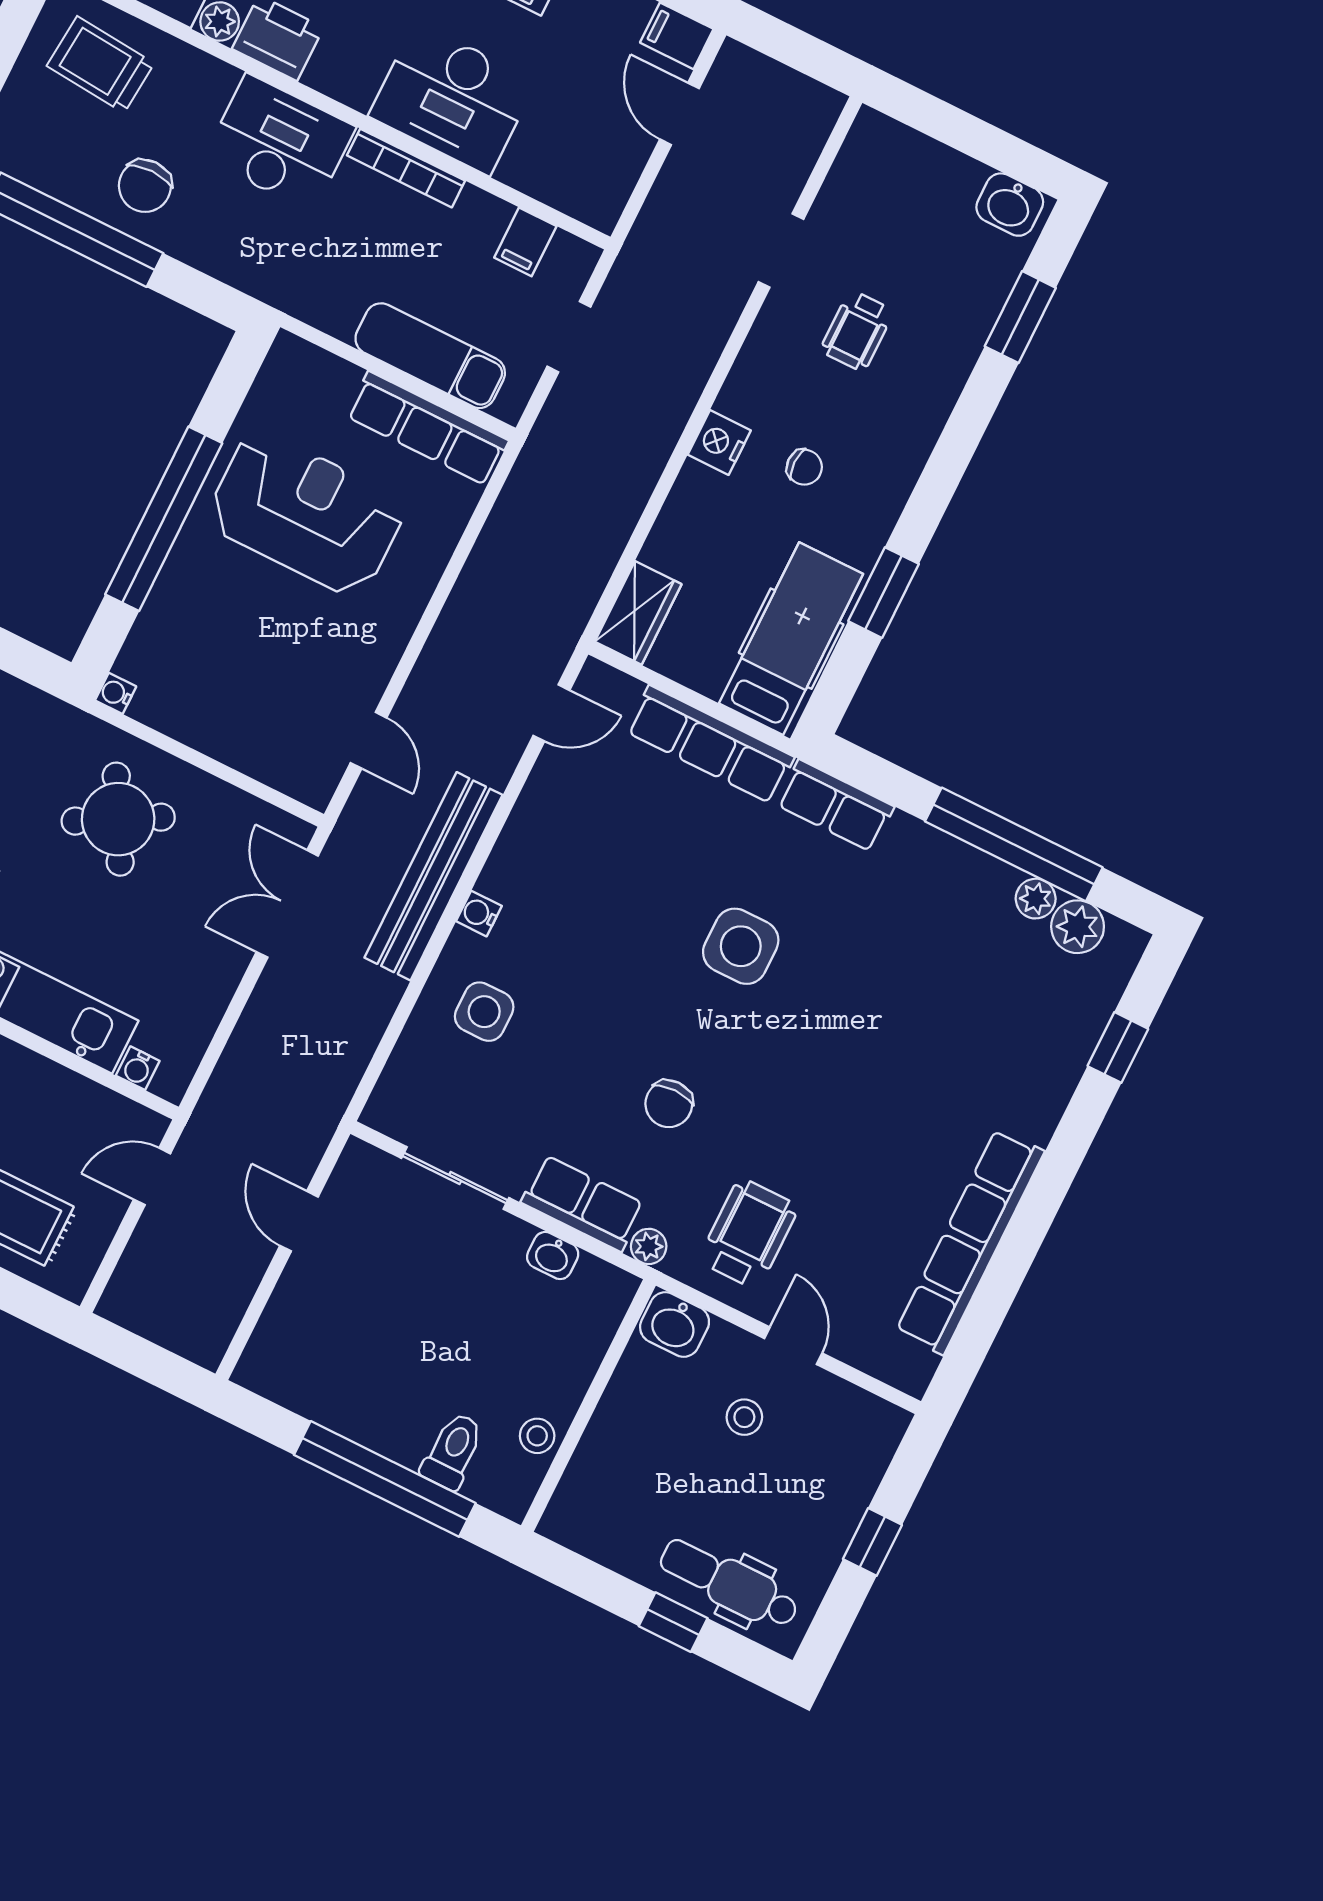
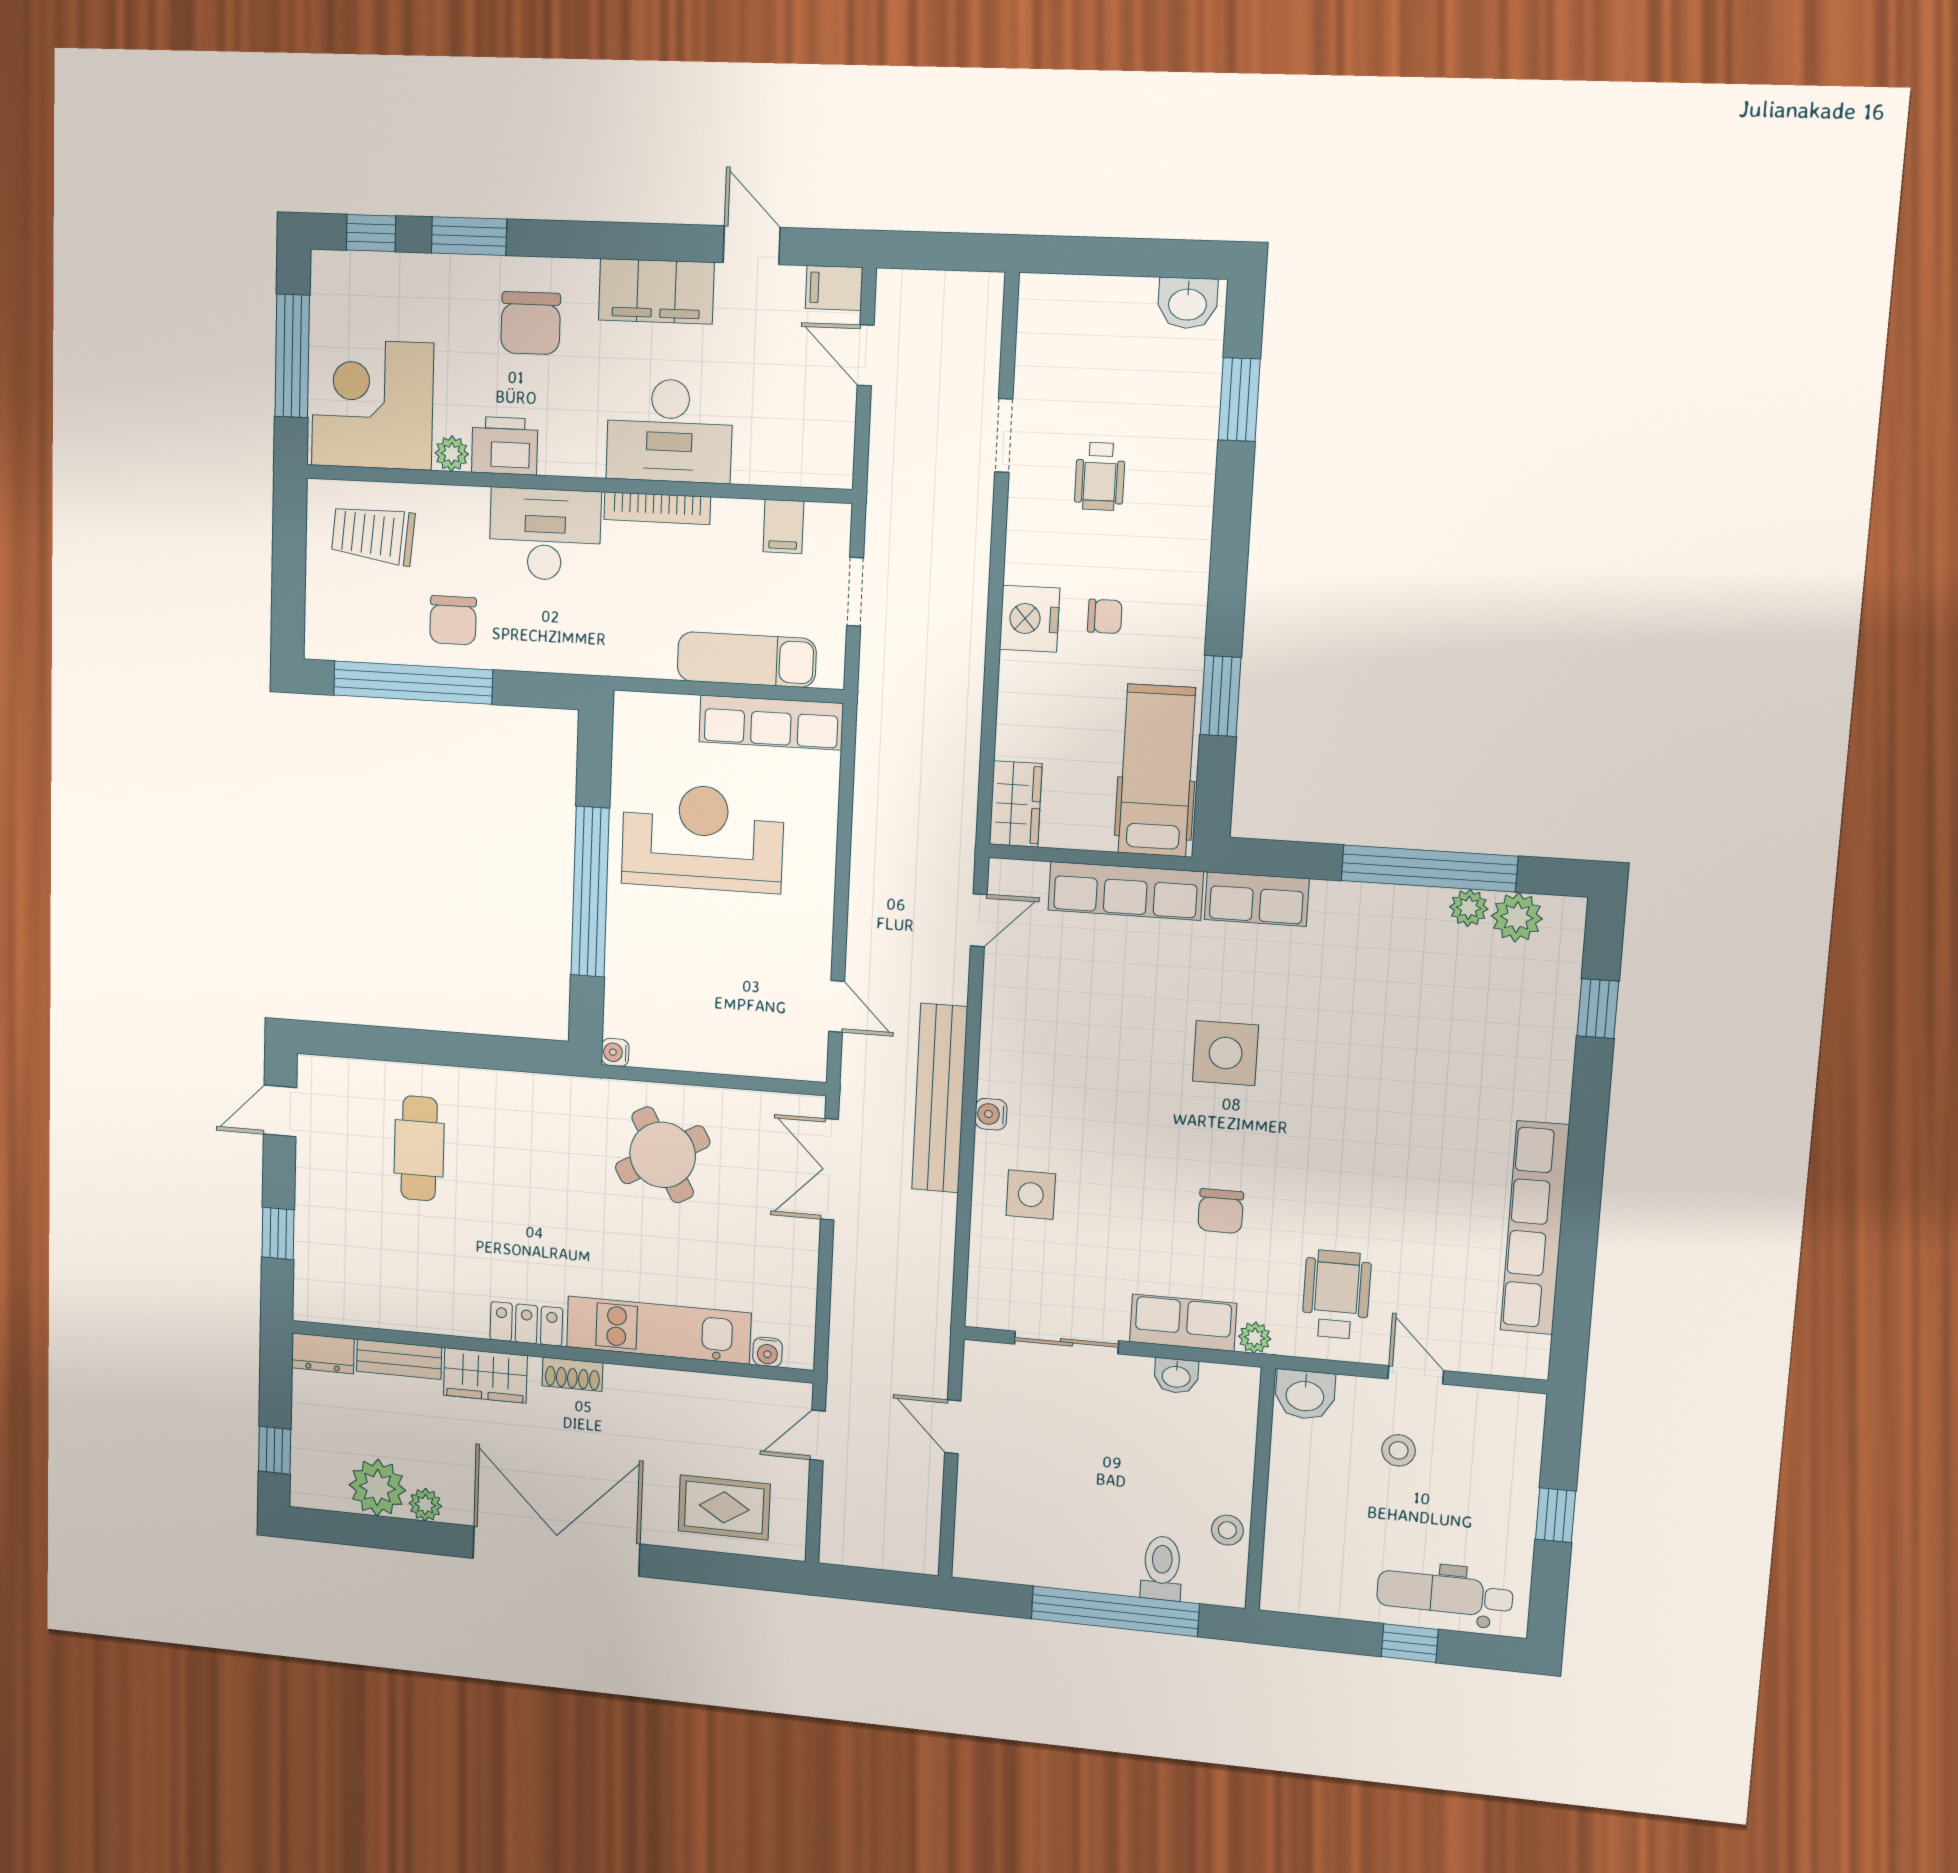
nightstand: (719, 442) -> (1030, 619), width x1.36, depth x1.33

